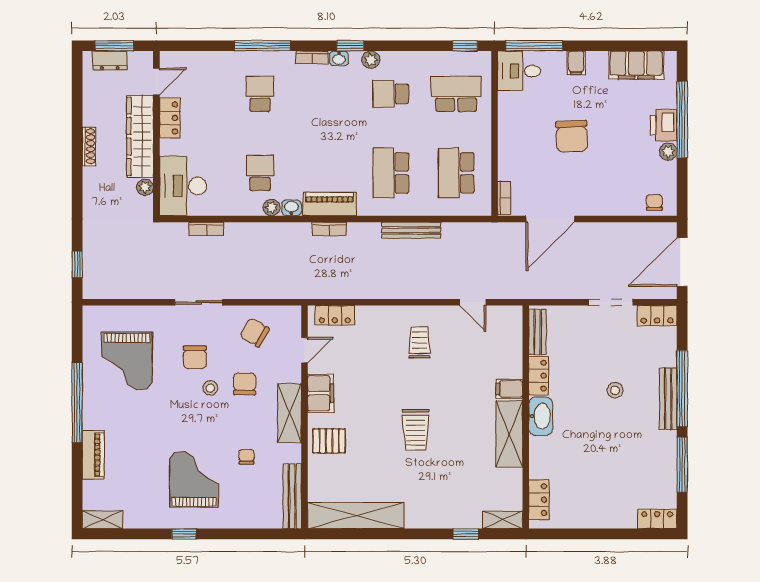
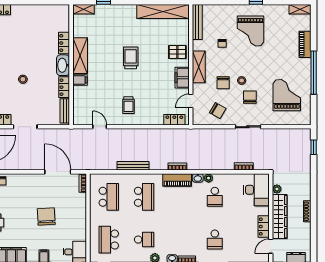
school desk: (456, 94) -> (109, 240), turned 90
door: (550, 219) -> (58, 172), hinge flipped
locker: (539, 500) -> (64, 43), moved

